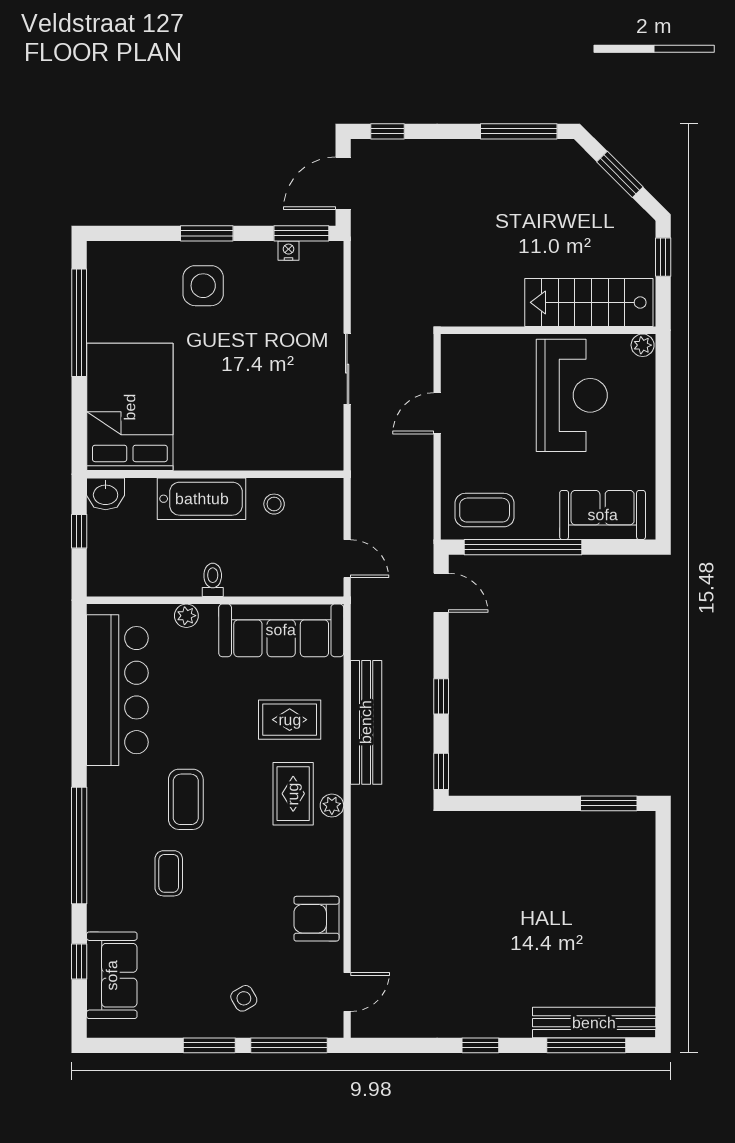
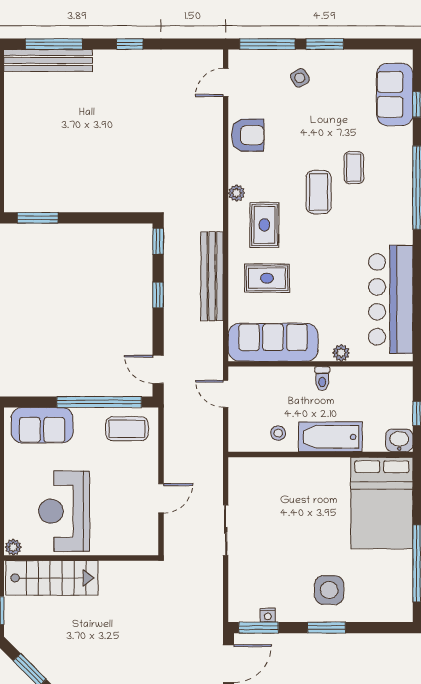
coffee table: (186, 799) -> (319, 192), moved
plant: (332, 806) -> (237, 193), moved

